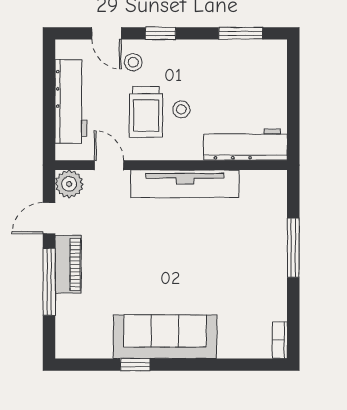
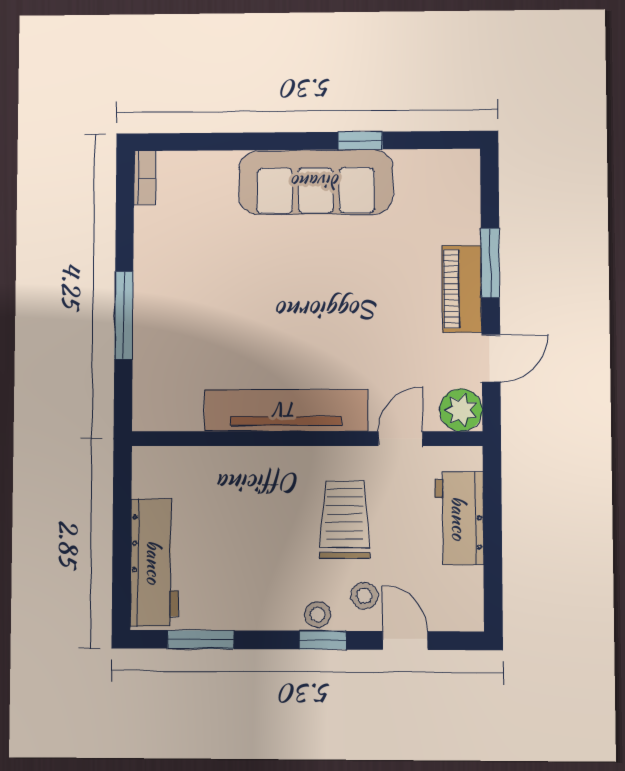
workbench: (71, 101) -> (459, 518), width x0.73
stool: (181, 109) -> (318, 615), moved
workbench: (245, 145) -> (154, 562), moved, turned -90
door: (109, 165) -> (401, 439), swing flipped
window: (49, 282) -> (490, 263), width x0.69

